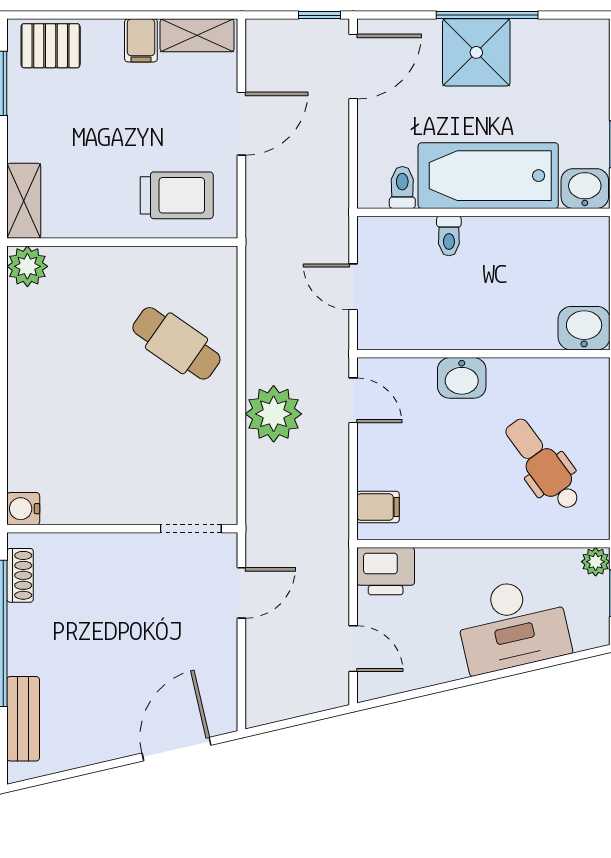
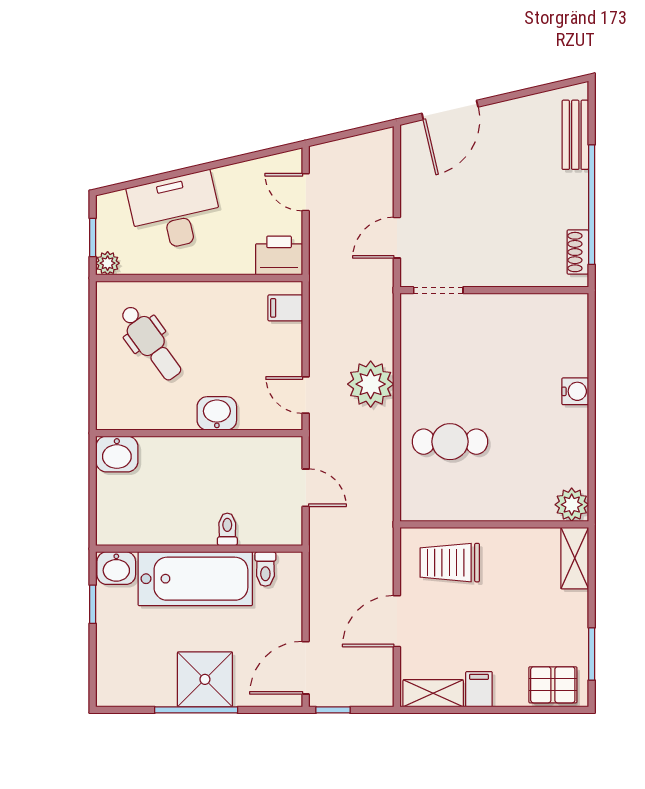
cafe table: (176, 343) -> (450, 442), turned -35
water cooler: (23, 509) -> (575, 391), moved

